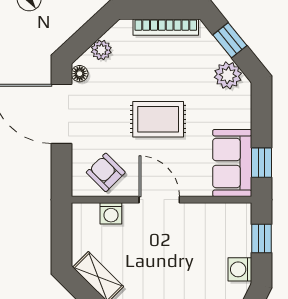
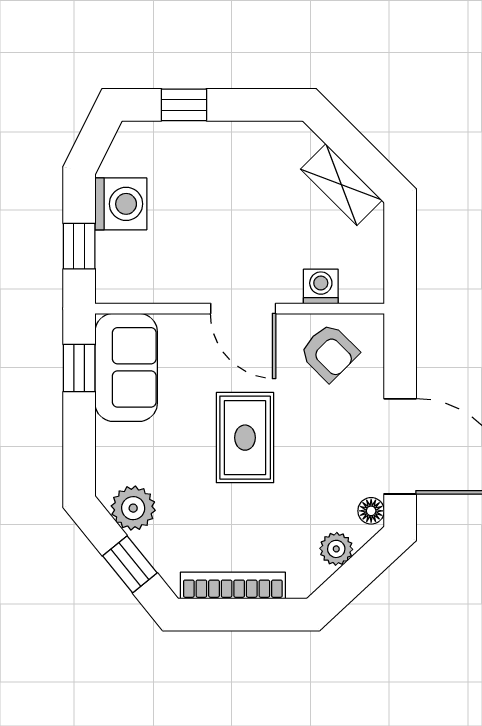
rug: (158, 119) -> (245, 438), turned 90
washing machine: (240, 269) -> (121, 204), width x1.38, depth x1.38

